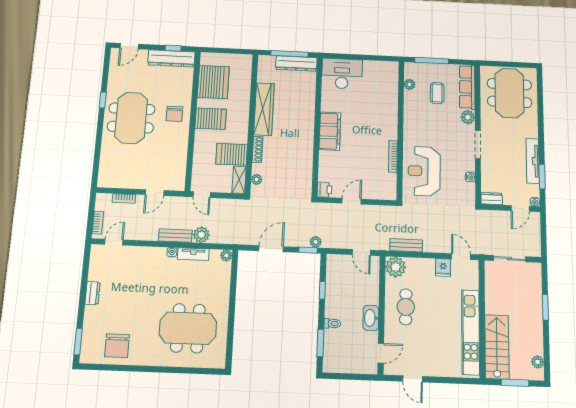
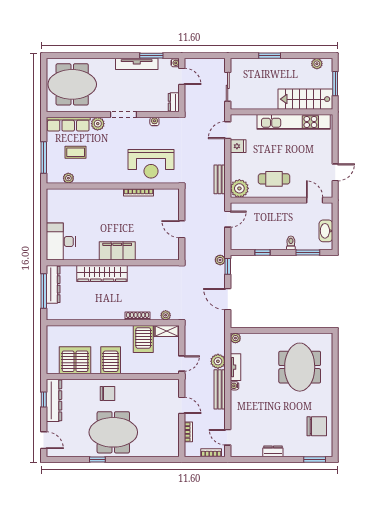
wardrobe: (264, 109) -> (102, 273), moved, turned 180
printer: (324, 190) -> (172, 254), removed
bench: (175, 236) -> (220, 389), width x1.36
washbasin: (371, 318) -> (326, 231), moved, turned 90

